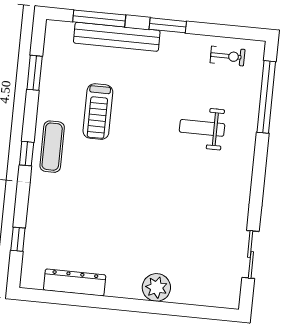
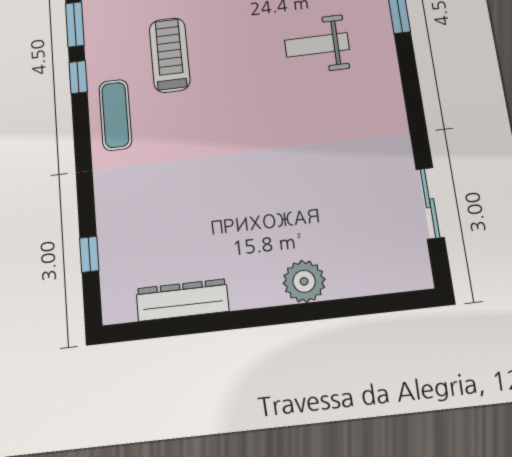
treadmill: (98, 112) -> (170, 55), turned 180
window: (27, 154) -> (78, 77), moved

